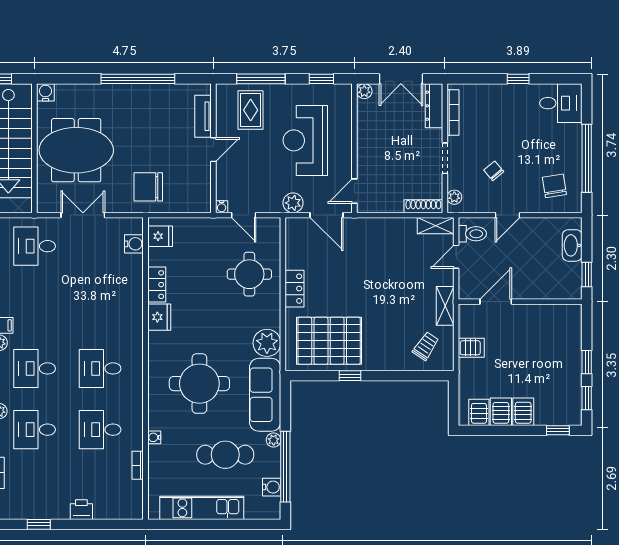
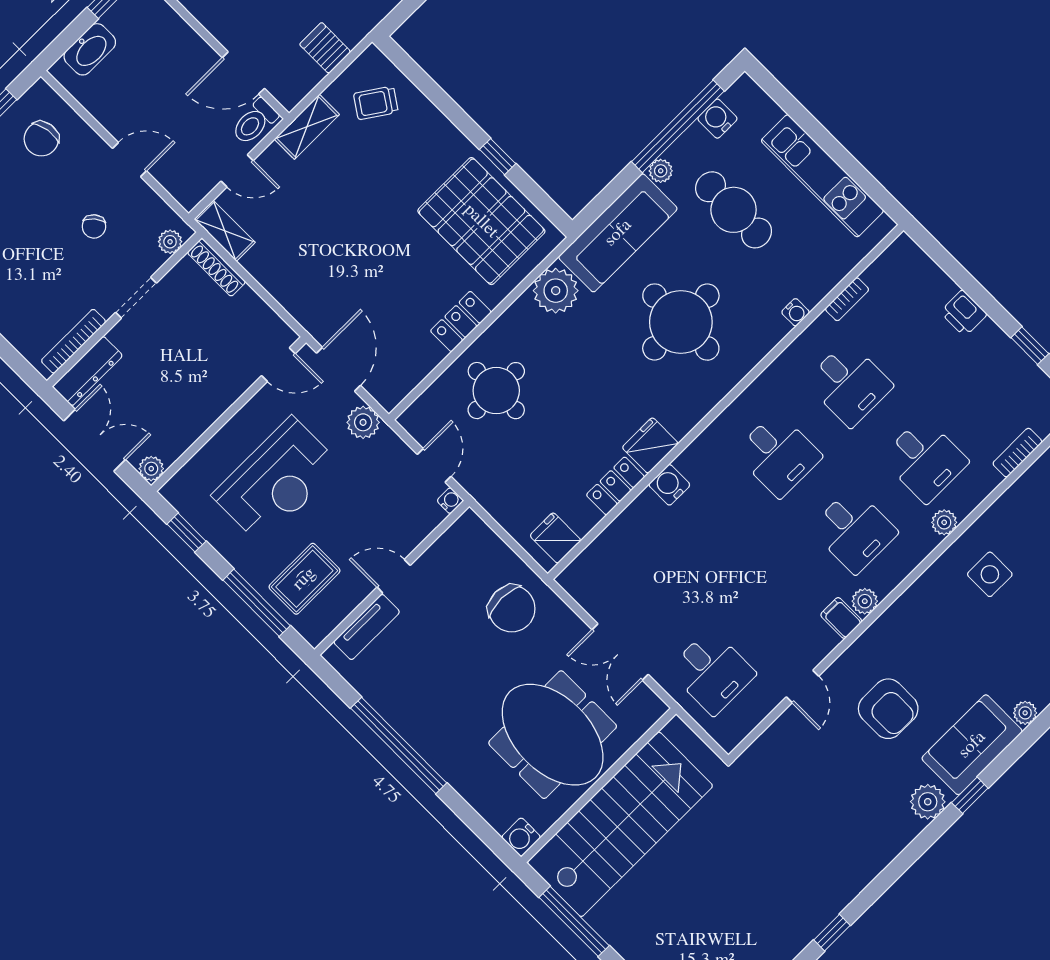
toilet: (472, 234) -> (255, 122), moved, turned -90
water cooler: (134, 244) -> (669, 485), moved

